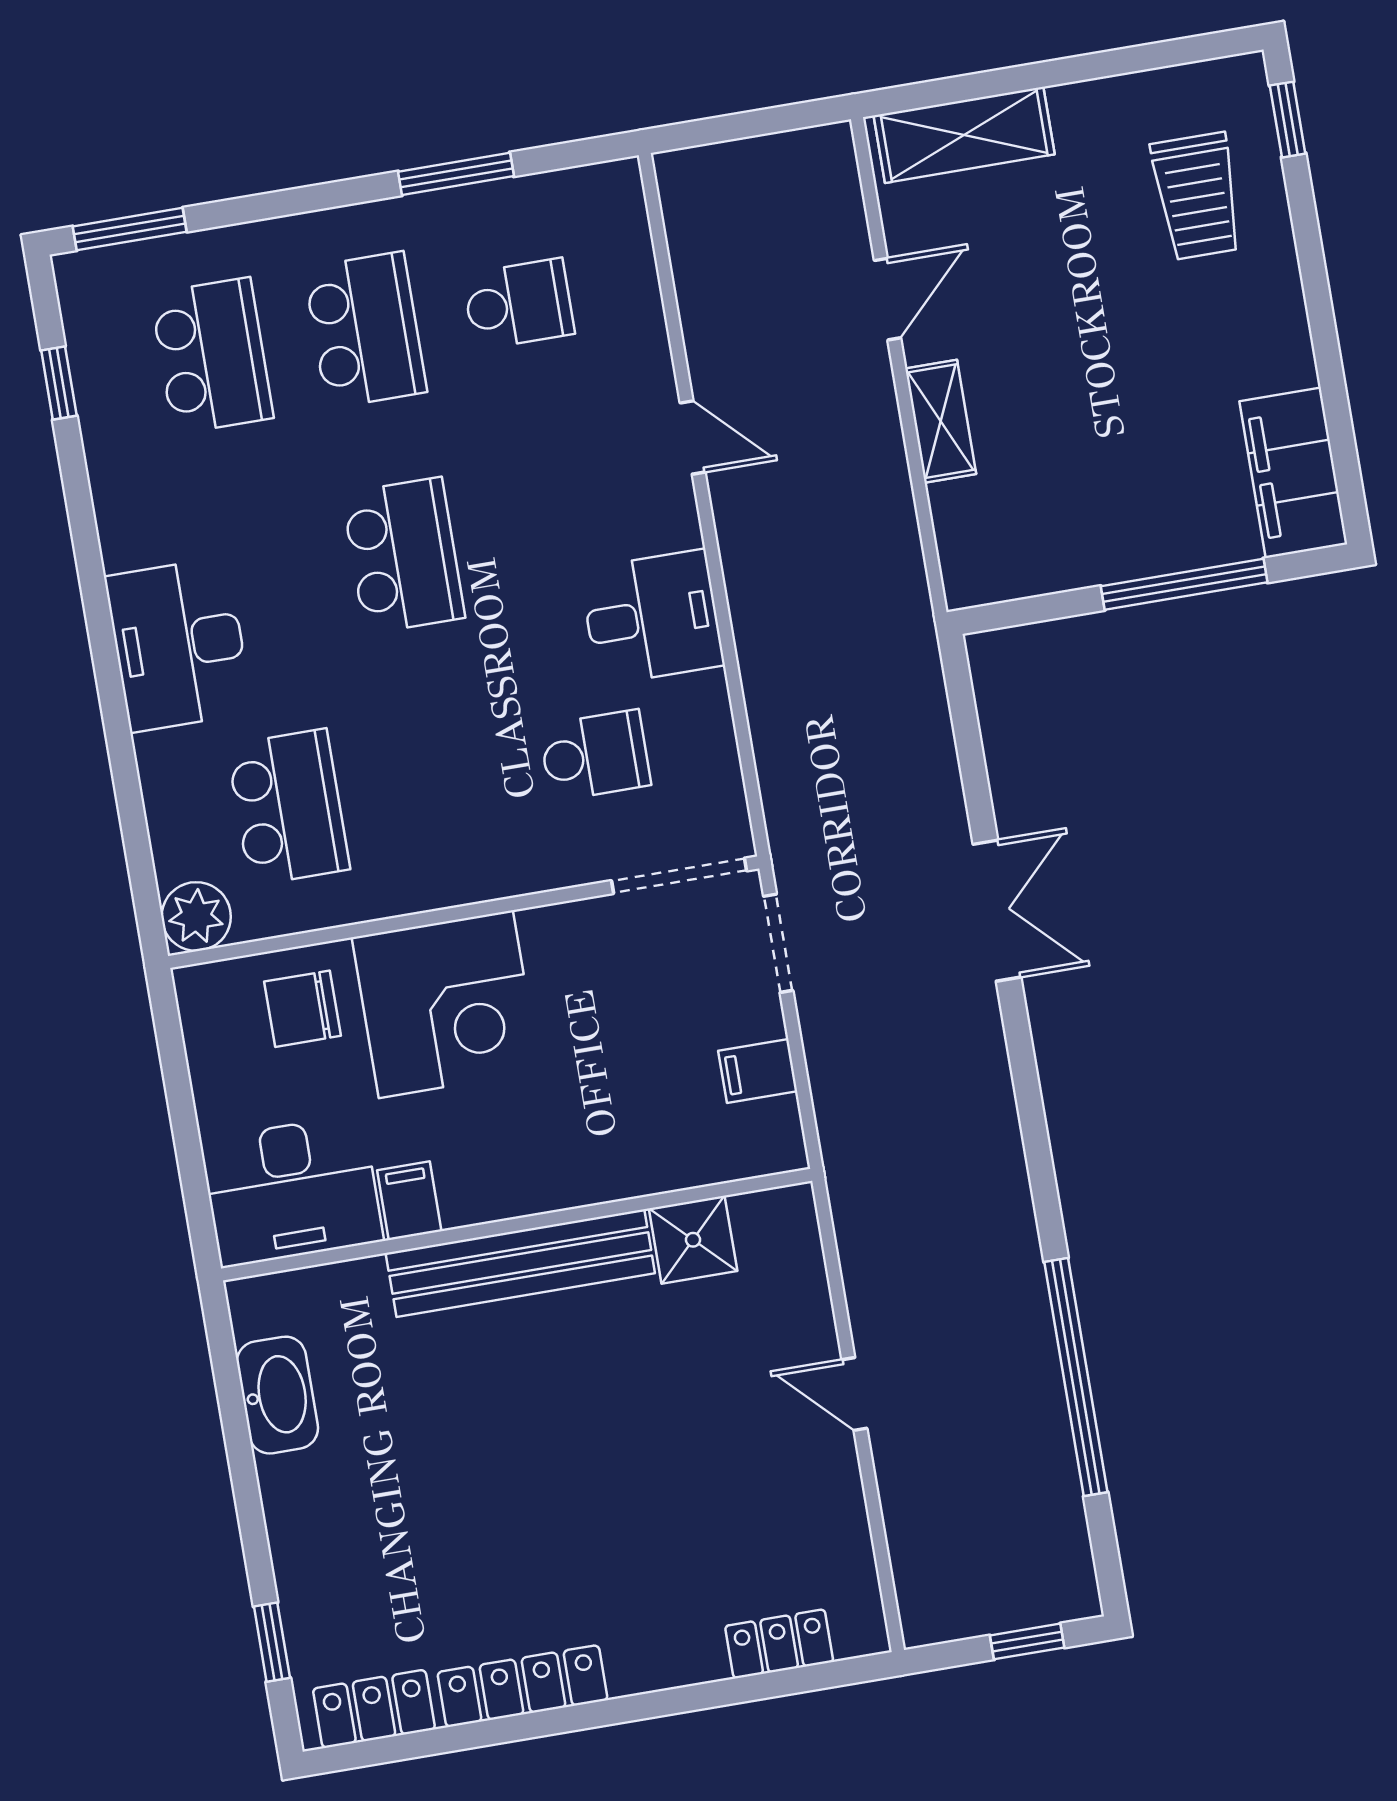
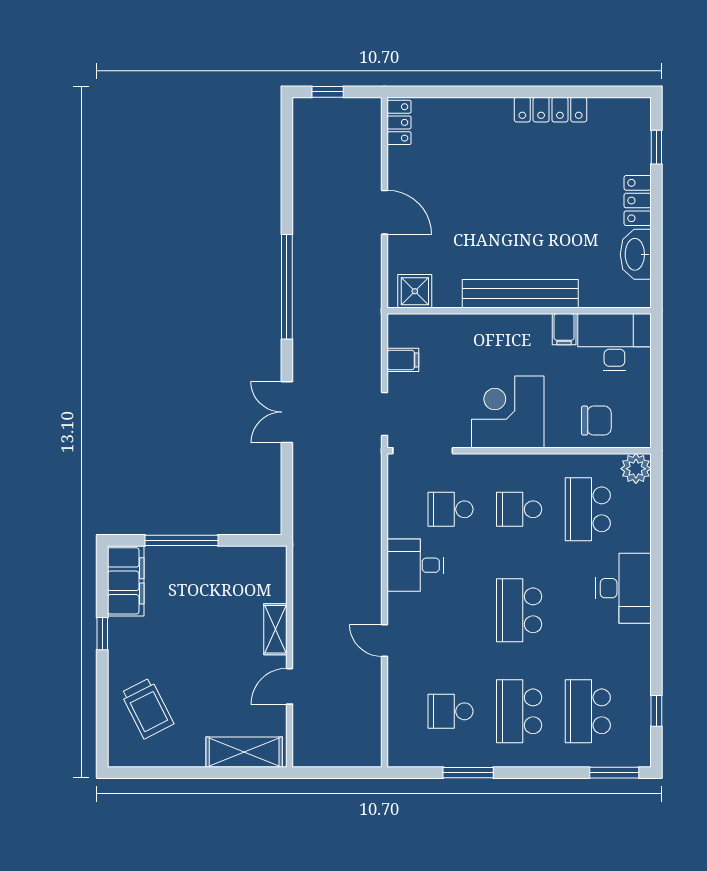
window: (1288, 120) -> (102, 634), moved
trolley: (1197, 196) -> (147, 708), turned 153
school desk: (442, 781) -> (519, 509), added
corner desk: (446, 1004) -> (508, 412), moved
shower: (693, 1240) -> (415, 291), moved
window: (1076, 1377) -> (287, 287), moved
door: (854, 1394) -> (385, 212), width x1.38
locker: (779, 1644) -> (399, 122), moved, turned -90
locker: (374, 1709) -> (638, 201), moved, turned 90

